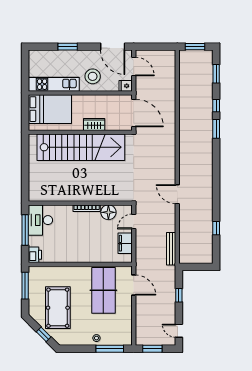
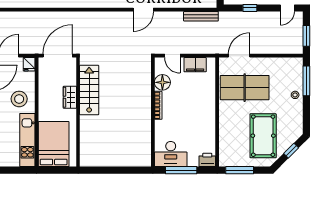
stairs: (81, 147) -> (89, 90), width x0.54, depth x0.66
pool table: (58, 308) -> (263, 136), turned 90

